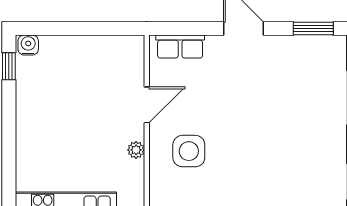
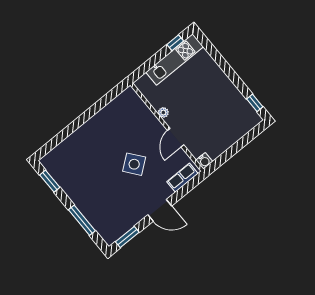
water cooler: (28, 45) -> (204, 161), moved
side table: (189, 151) -> (134, 164), moved, turned -38

